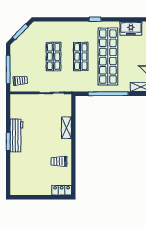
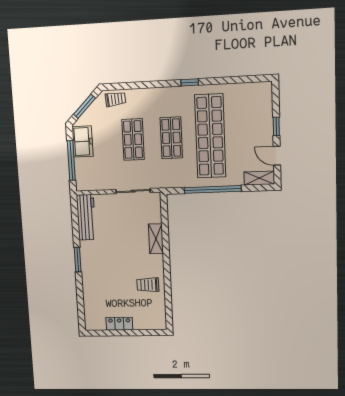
freezer: (131, 28) -> (83, 141), moved, turned -90
trolley: (20, 81) -> (116, 99), moved
workbench: (16, 135) -> (86, 217), moved
locker: (62, 190) -> (119, 324), moved

